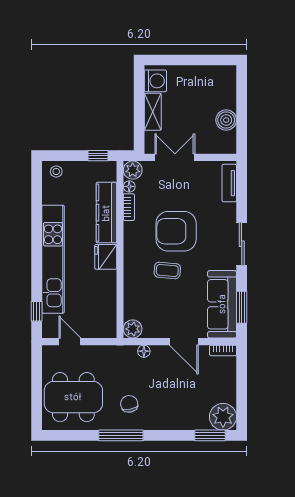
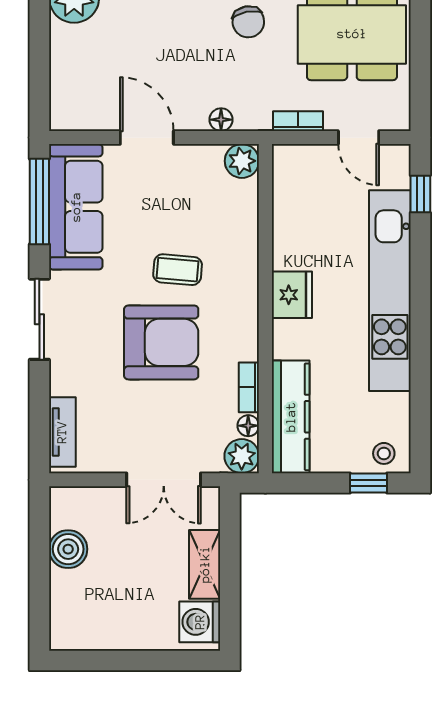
window: (98, 156) -> (369, 483), moved
kitchen counter: (106, 213) -> (291, 417), moved
window: (242, 307) -> (39, 201), width x1.44
bookcase: (223, 350) -> (298, 121), moved

